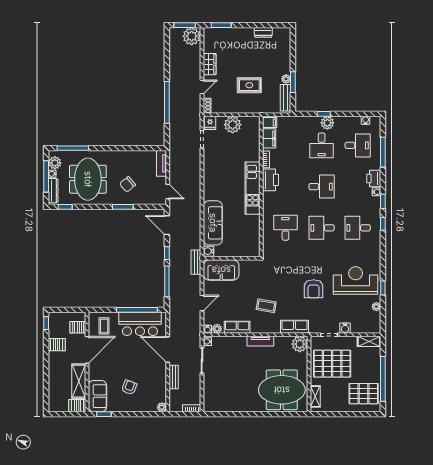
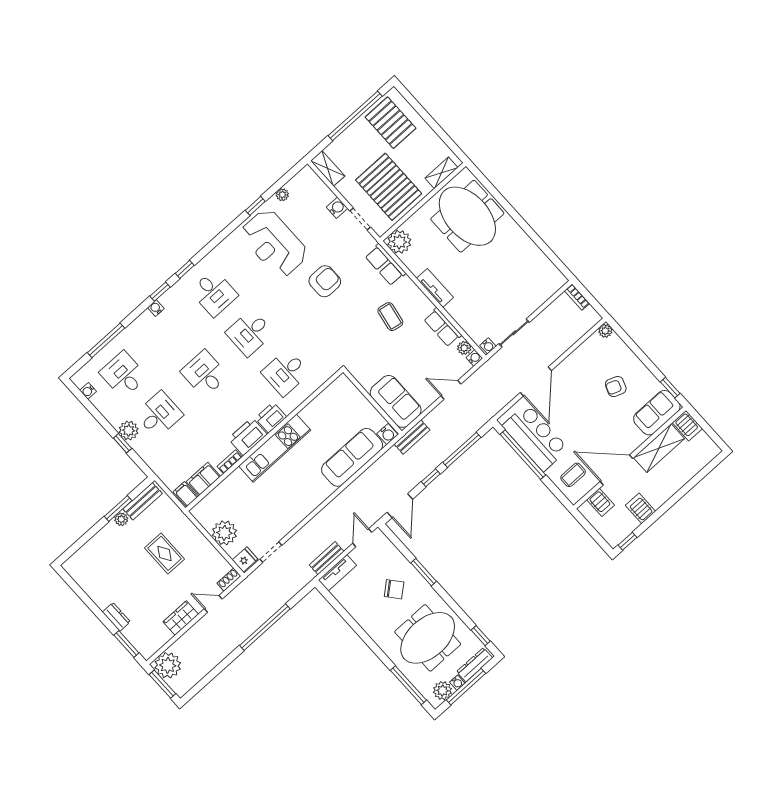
dresser: (263, 32) -> (116, 617), moved
printer: (374, 178) -> (271, 418), moved, turned 180
desk: (322, 228) -> (250, 333), turned 90
bench: (174, 377) -> (327, 558), moved

